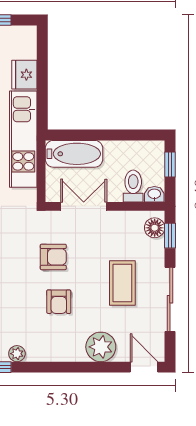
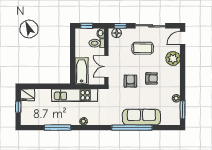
fridge: (24, 75) -> (28, 95), moved

